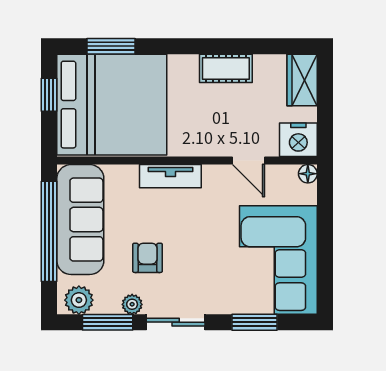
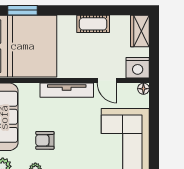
tv unit: (170, 176) -> (67, 90), width x1.41
armchair: (148, 258) -> (45, 140), turned -90

